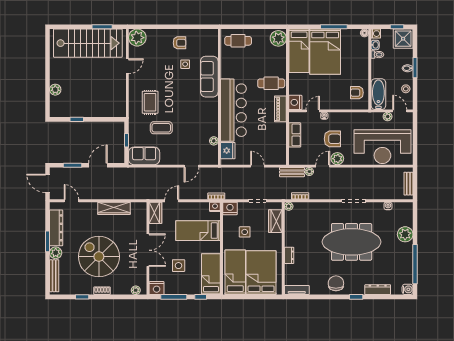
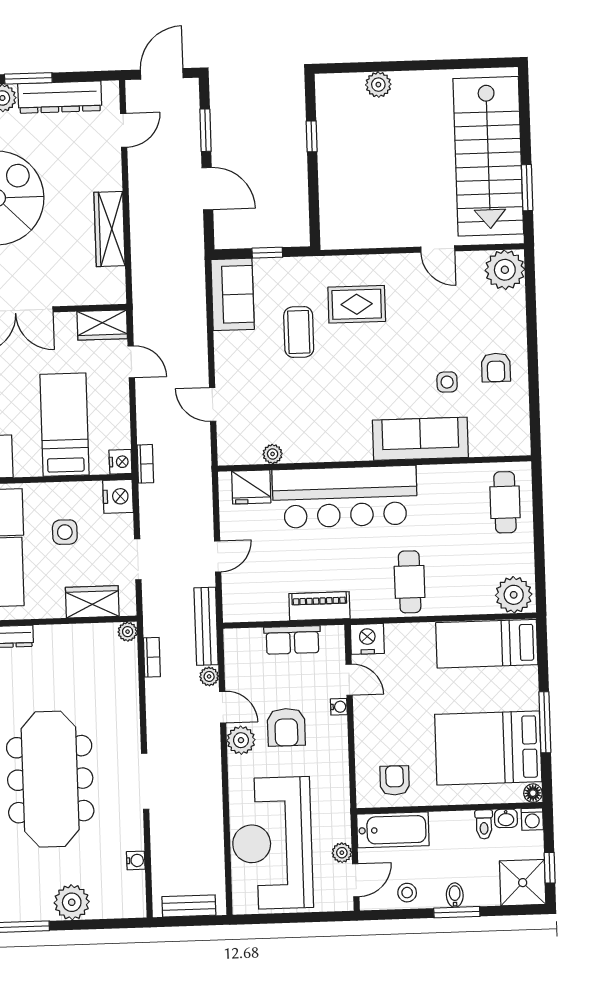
bed: (325, 52) -> (488, 748), moved
piano: (280, 109) -> (319, 606), moved
bench: (292, 172) -> (206, 626), width x1.36

